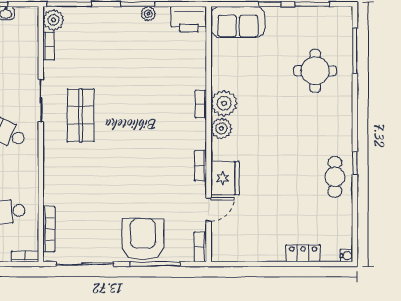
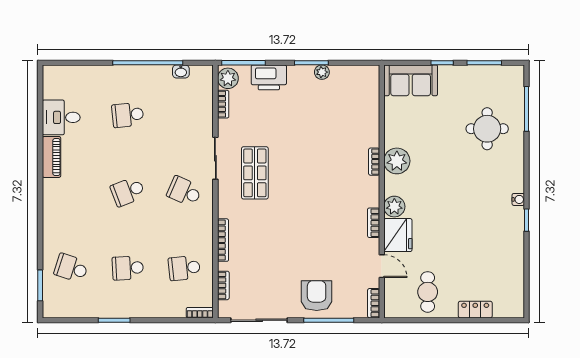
printer: (189, 19) -> (269, 77), moved
plant: (221, 128) -> (394, 207), moved
cafe table: (335, 177) -> (428, 292), moved
bookcase: (49, 183) -> (223, 240), added
door: (209, 210) -> (382, 266), hinge flipped
bookcase: (49, 229) -> (223, 285), width x0.64
armchair: (143, 239) -> (317, 296), width x0.73, depth x0.73
water cooler: (346, 256) -> (518, 199), moved

